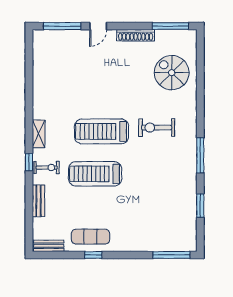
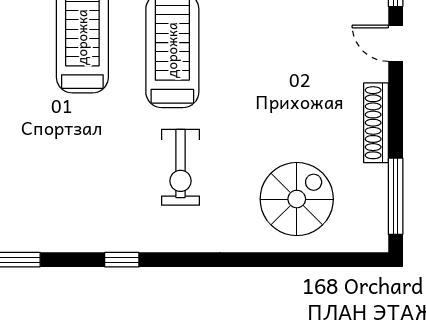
exercise bike: (157, 128) -> (181, 167), turned 180
window: (200, 155) -> (122, 260), width x0.46

